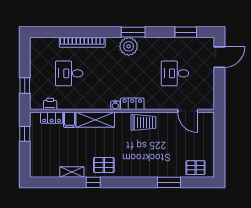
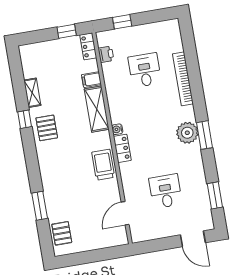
locker: (52, 118) -> (88, 46), moved
trolley: (143, 122) -> (103, 165), turned 180

